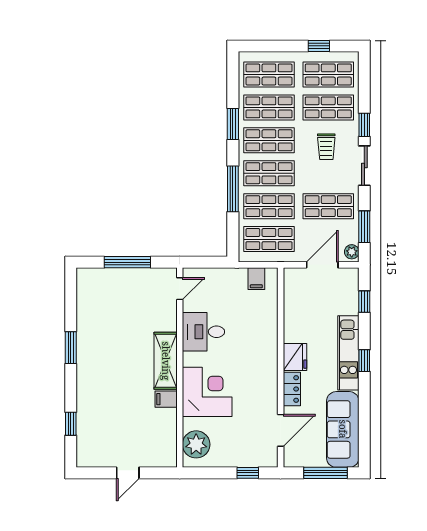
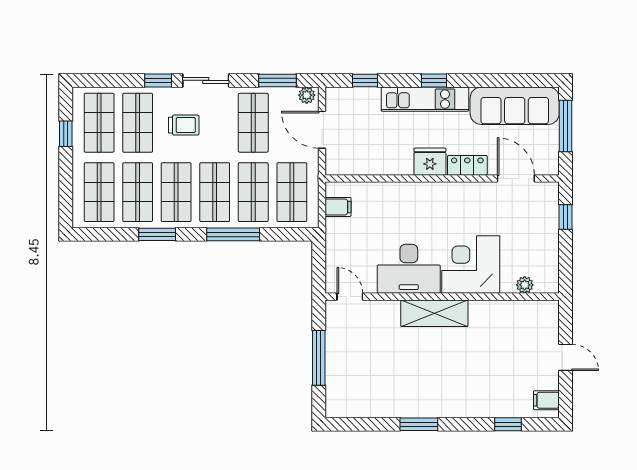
desk: (203, 332) -> (409, 269), width x1.37
filing cabinet: (166, 399) -> (546, 400), moved, turned 90
plant: (196, 444) -> (525, 285), width x0.53, depth x0.53

